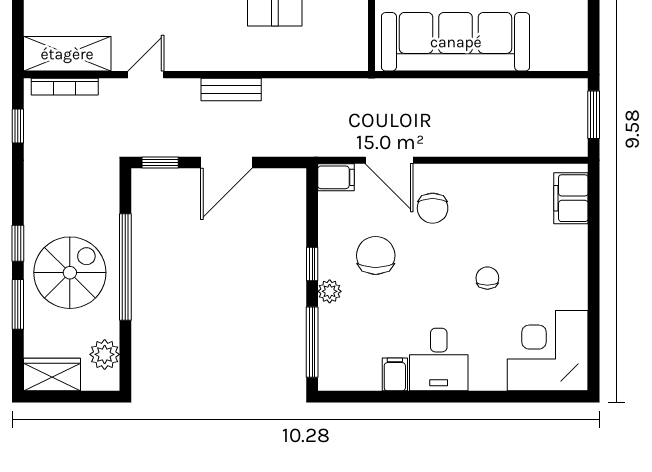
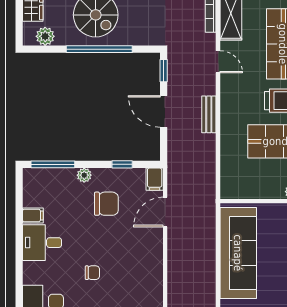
chair: (433, 208) -> (136, 239), removed
window: (312, 264) -> (122, 164), moved

